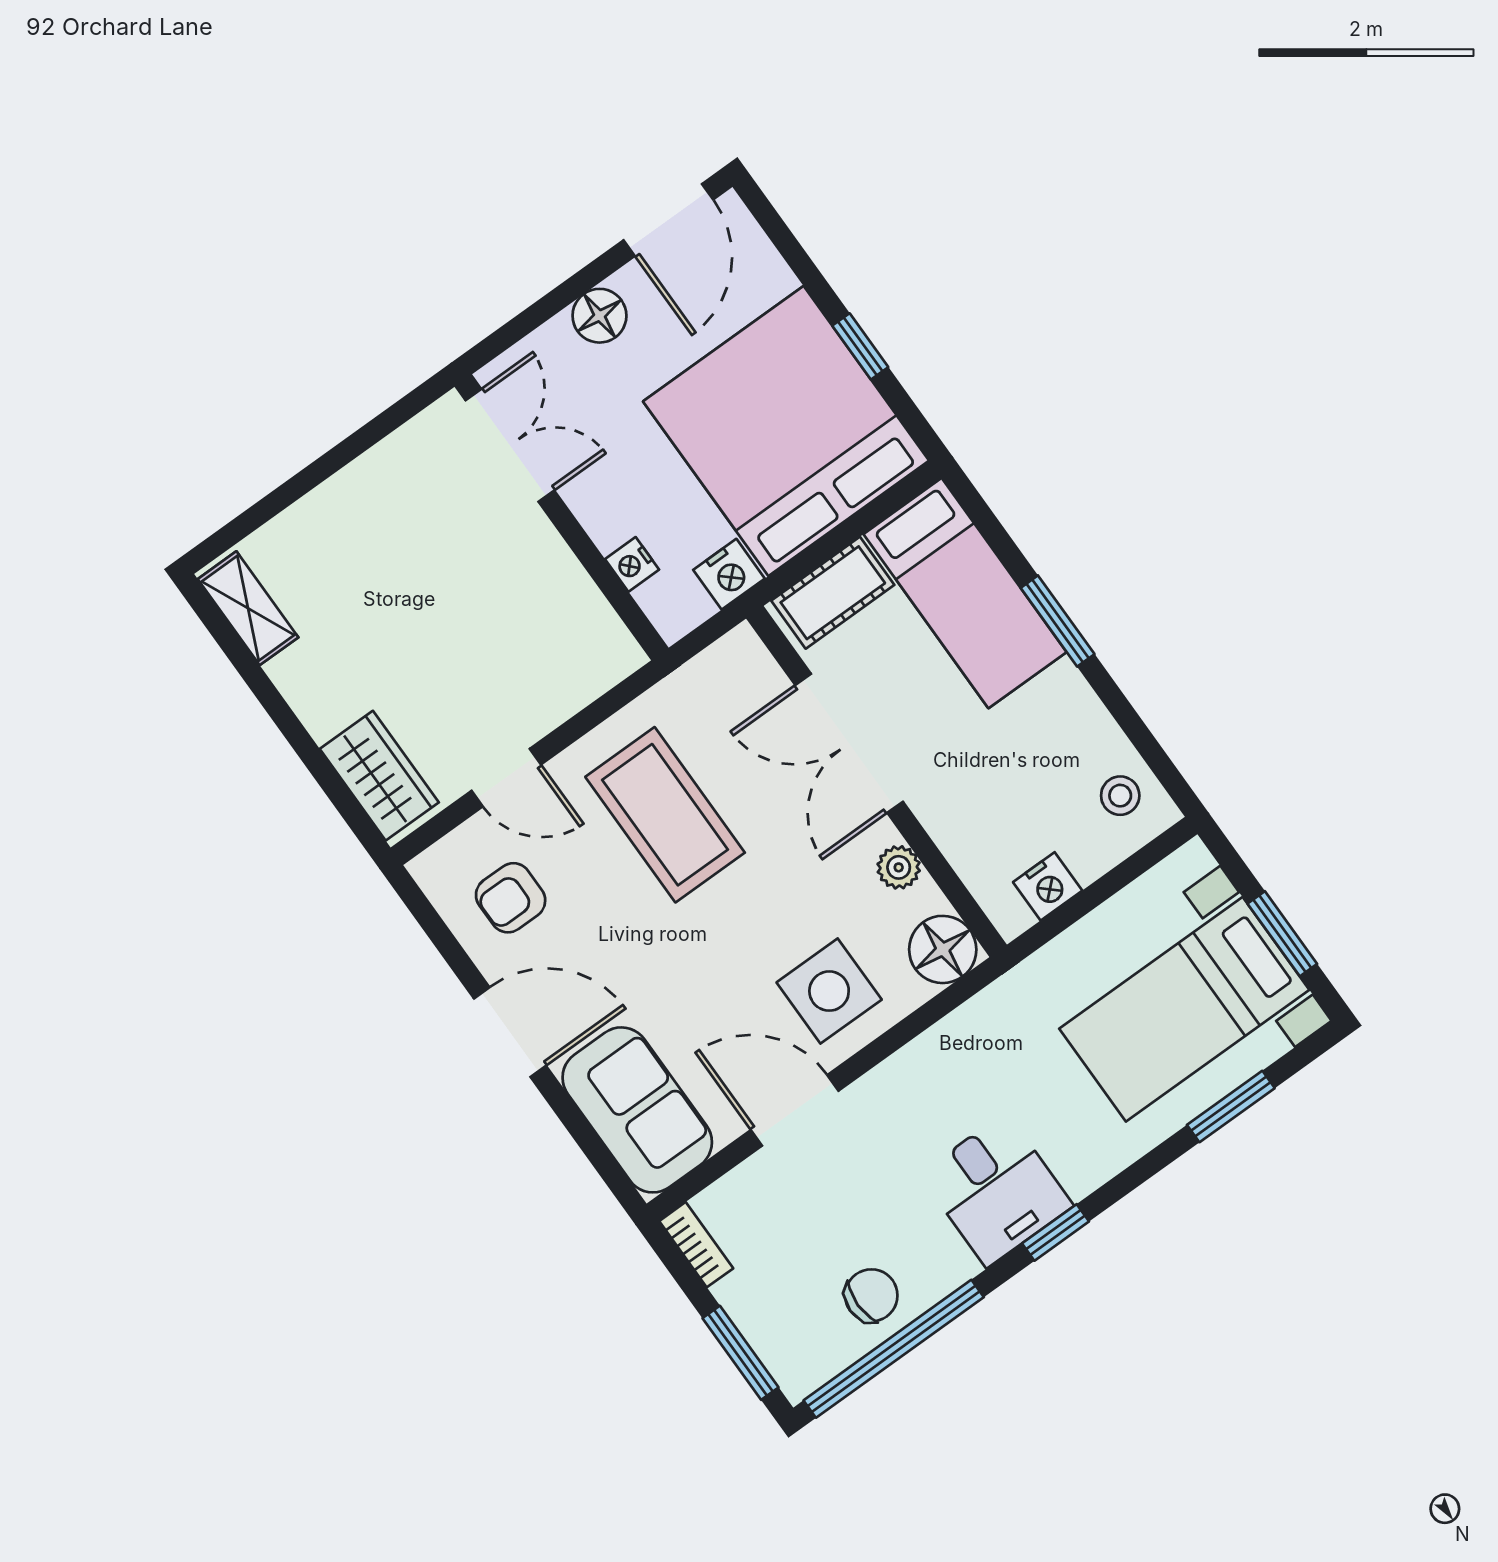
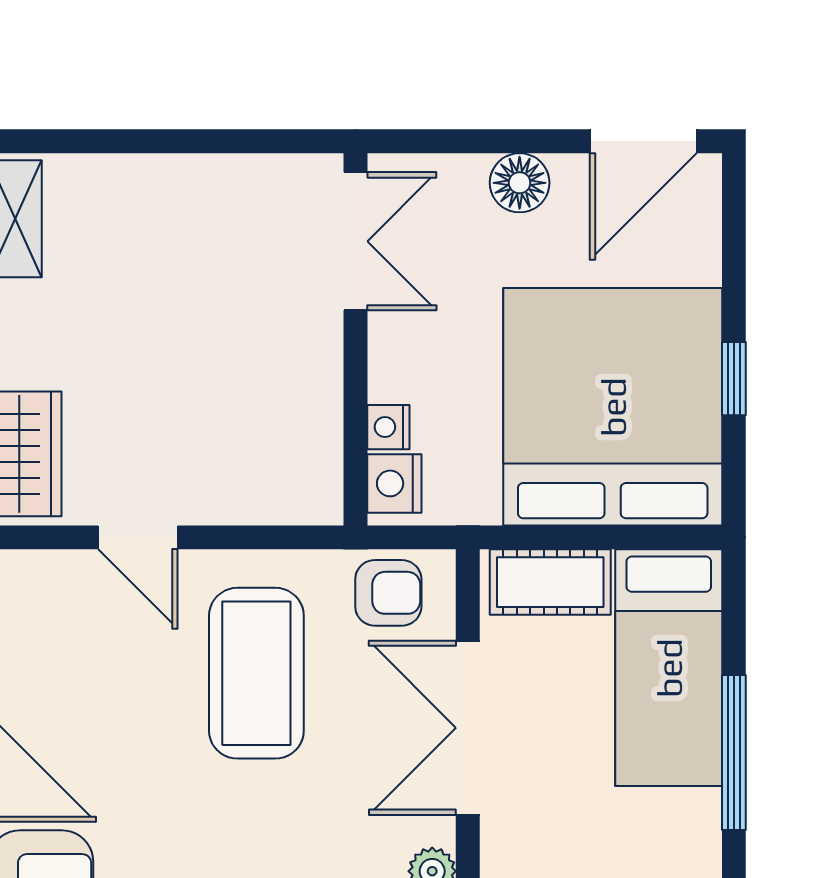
nightstand: (729, 574) -> (394, 483), moved, turned 90
window: (1058, 621) -> (734, 752), width x1.44
armchair: (511, 898) -> (388, 593), moved, turned 180

